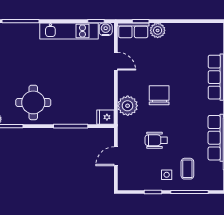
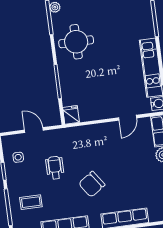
chair: (159, 95) -> (92, 184), moved, turned 145
plant: (128, 106) -> (85, 135), removed
side table: (167, 175) -> (18, 157), moved

